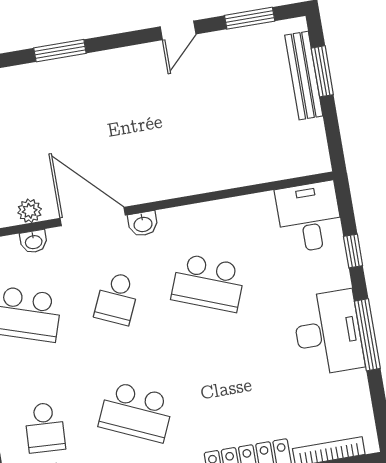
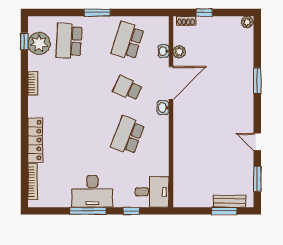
bench: (304, 76) -> (230, 201), width x0.73
school desk: (136, 412) -> (69, 88), removed
school desk: (45, 428) -> (69, 41), width x1.85

